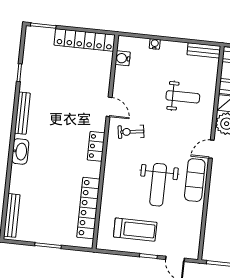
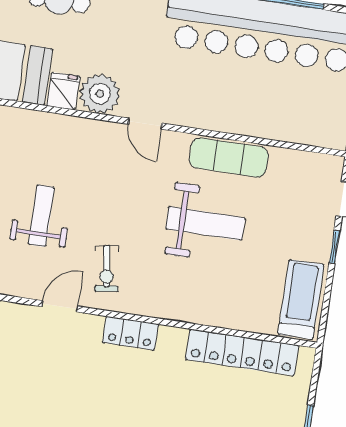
weight bench: (183, 97) -> (41, 216), moved
exercise mat: (195, 180) -> (229, 157), moved
treadmill: (135, 230) -> (301, 299), moved

